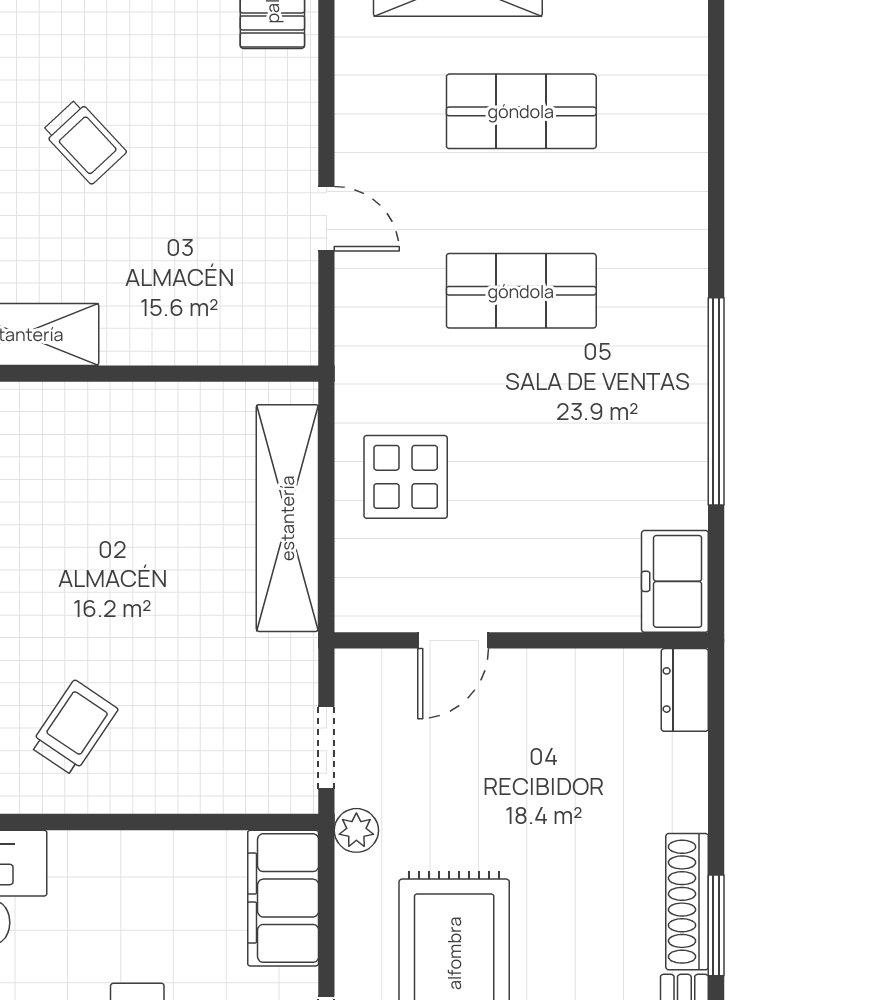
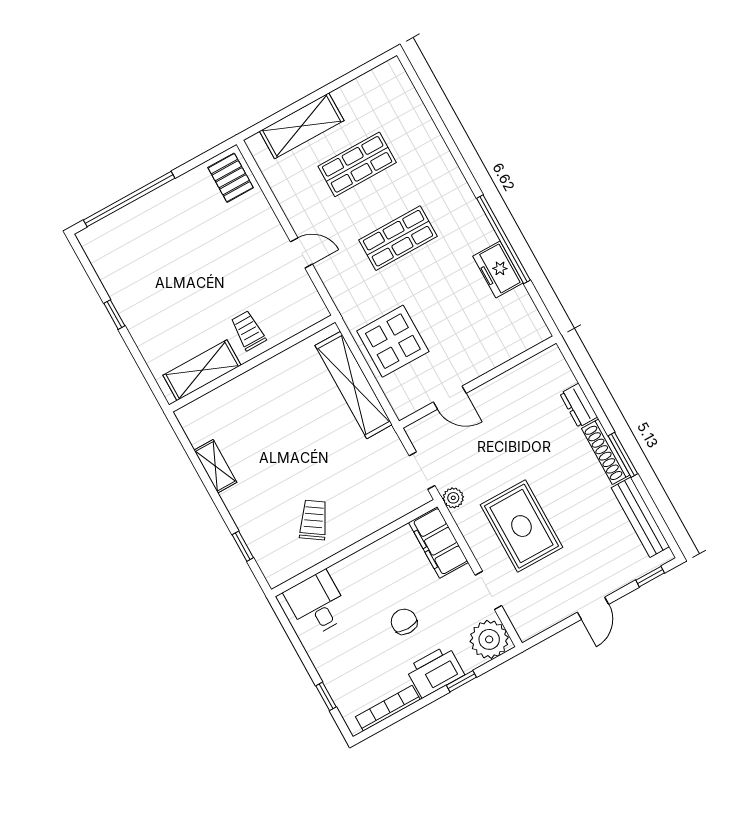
trolley: (84, 141) -> (248, 330), moved, turned -137
display table: (406, 477) -> (393, 341), width x1.36, depth x1.36
freezer: (675, 581) -> (498, 269), moved
door: (453, 640) -> (450, 398), hinge flipped
dresser: (685, 690) -> (579, 405), moved

